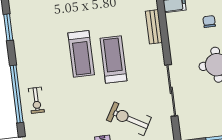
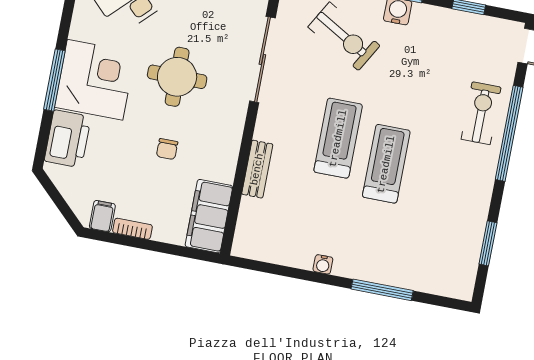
treadmill: (113, 60) -> (338, 138), turned 180
exercise bike: (36, 100) -> (481, 113), width x1.38, depth x1.39

